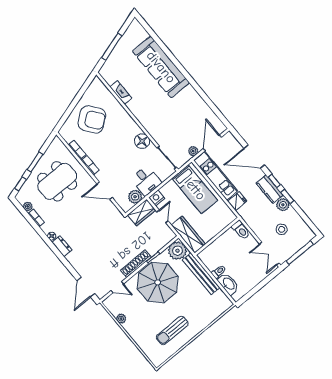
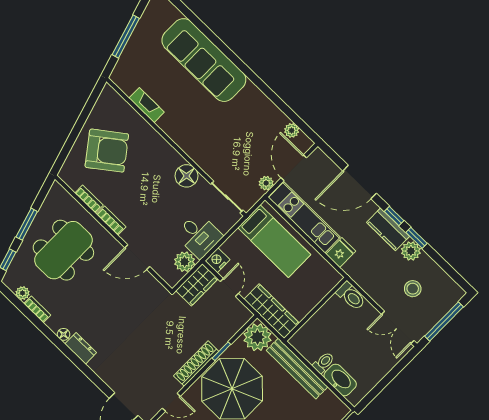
plant: (213, 119) -> (292, 130), added

